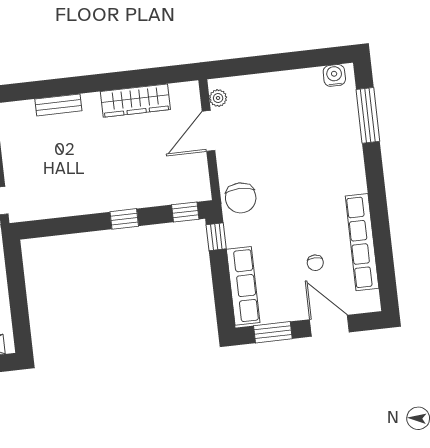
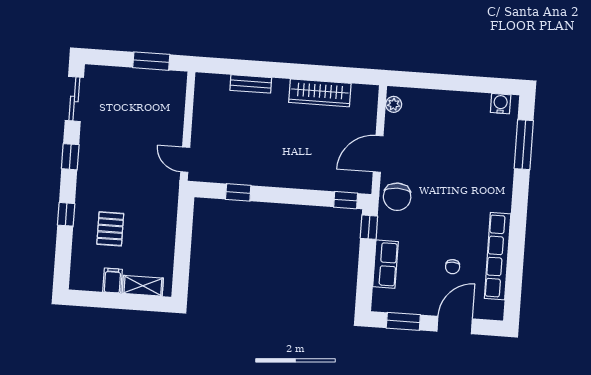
door: (209, 131) -> (378, 154), moved
window: (124, 219) -> (238, 192), moved
row of seats: (243, 286) -> (385, 264), width x0.68
door: (329, 326) -> (455, 325), hinge flipped

